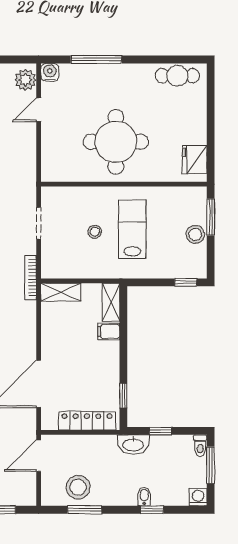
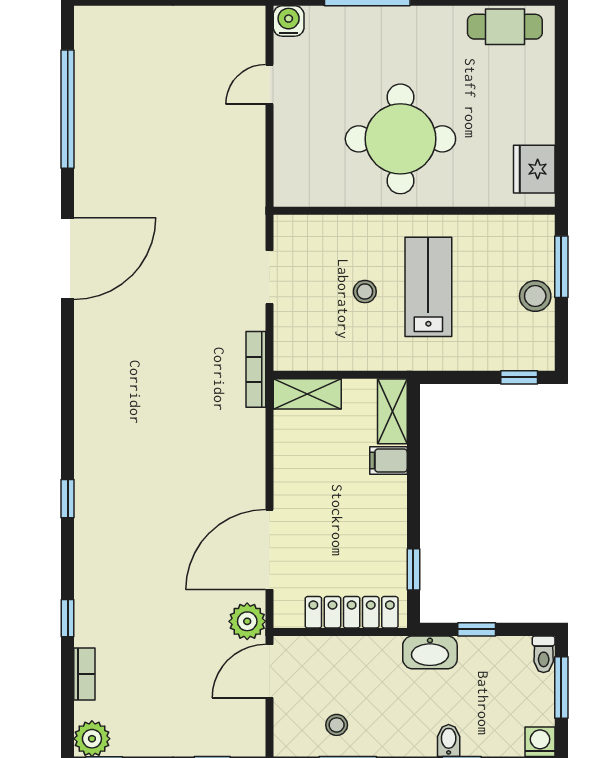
plant: (25, 80) -> (247, 621), moved
stool: (78, 487) -> (337, 725), width x0.53, depth x0.53

